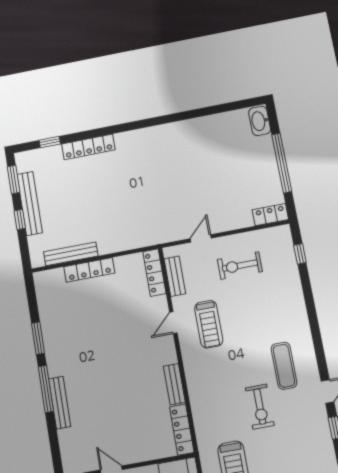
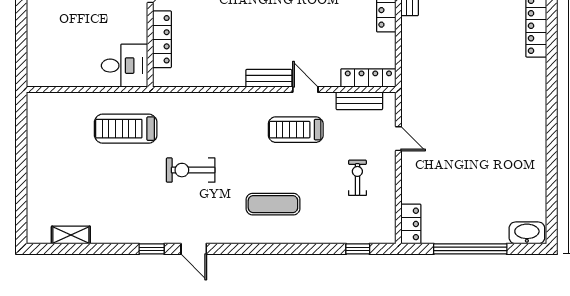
exercise bike: (240, 266) -> (357, 178), width x0.73, depth x0.72
exercise mat: (284, 366) -> (273, 204), moved
bench: (174, 384) -> (269, 78), moved
locker: (182, 430) -> (162, 39), moved, turned 90

